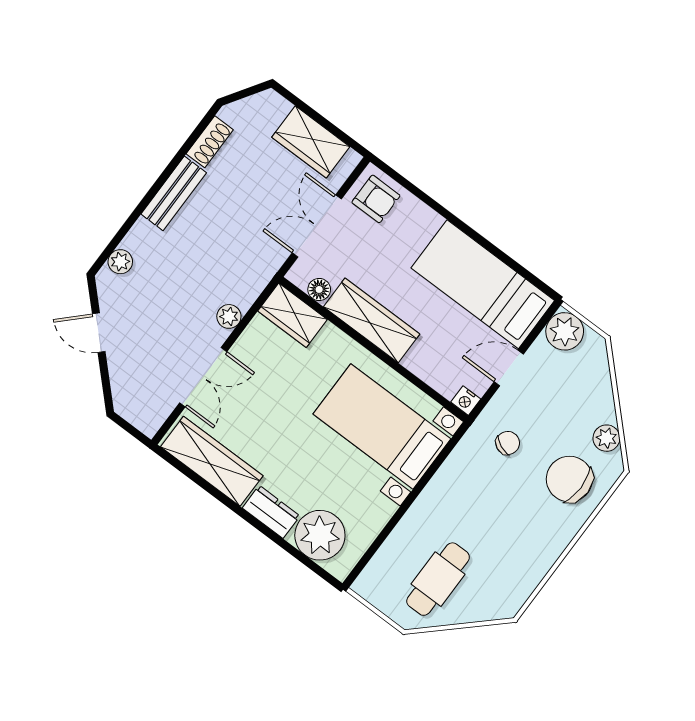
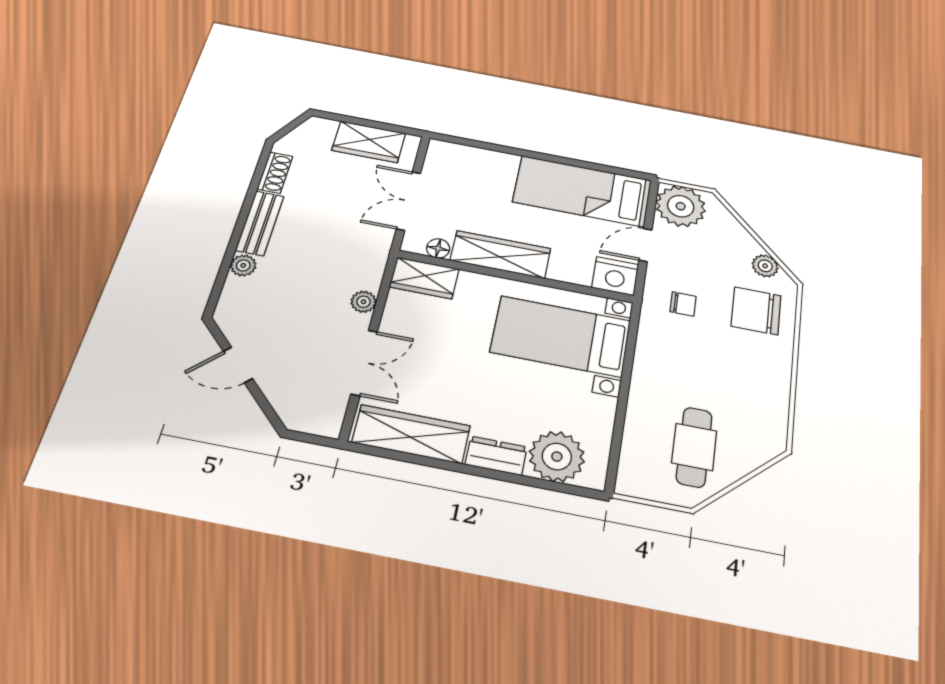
armchair: (376, 199) -> (451, 163), removed
plant: (120, 262) -> (243, 265), moved
plant: (565, 331) -> (681, 206), width x1.36, depth x1.36
nightstand: (466, 401) -> (615, 276), width x1.89, depth x1.79
chair: (508, 443) -> (683, 304), turned 66

